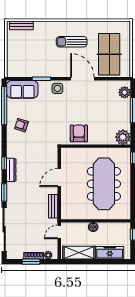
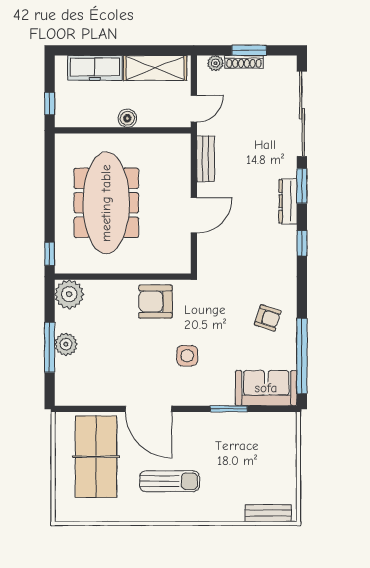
side table: (57, 88) -> (187, 356), moved
plant: (125, 92) -> (66, 344), moved
armchair: (79, 133) -> (155, 302), turned 90
dresser: (11, 170) -> (288, 201), moved

